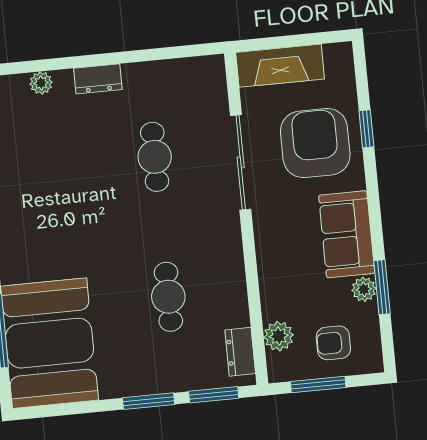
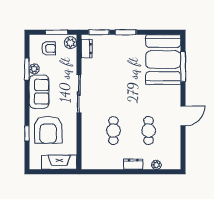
sliding door: (241, 162) -> (79, 94), moved
cafe table: (168, 297) -> (149, 131), moved
plant: (279, 336) -> (70, 43), moved

